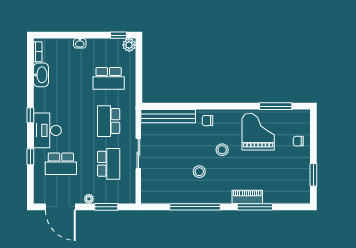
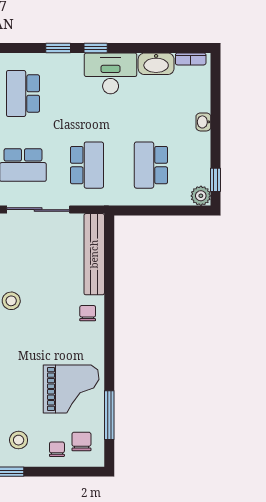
school desk: (109, 121) -> (87, 165), turned 90
chair: (293, 125) -> (81, 442), added
desk: (47, 130) -> (111, 73), moved
stool: (222, 150) -> (19, 440), moved
sliding door: (138, 154) -> (38, 210), width x1.37
window: (30, 157) -> (58, 48), moved

